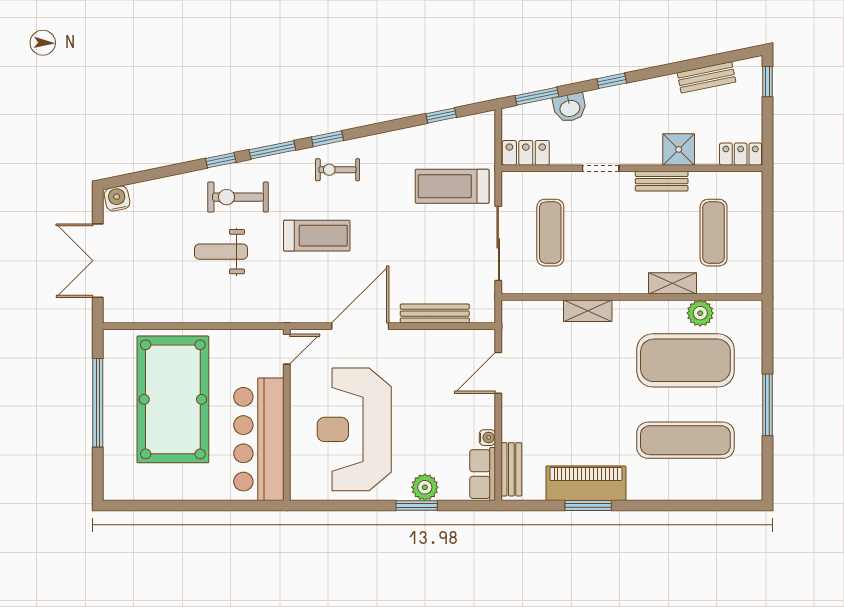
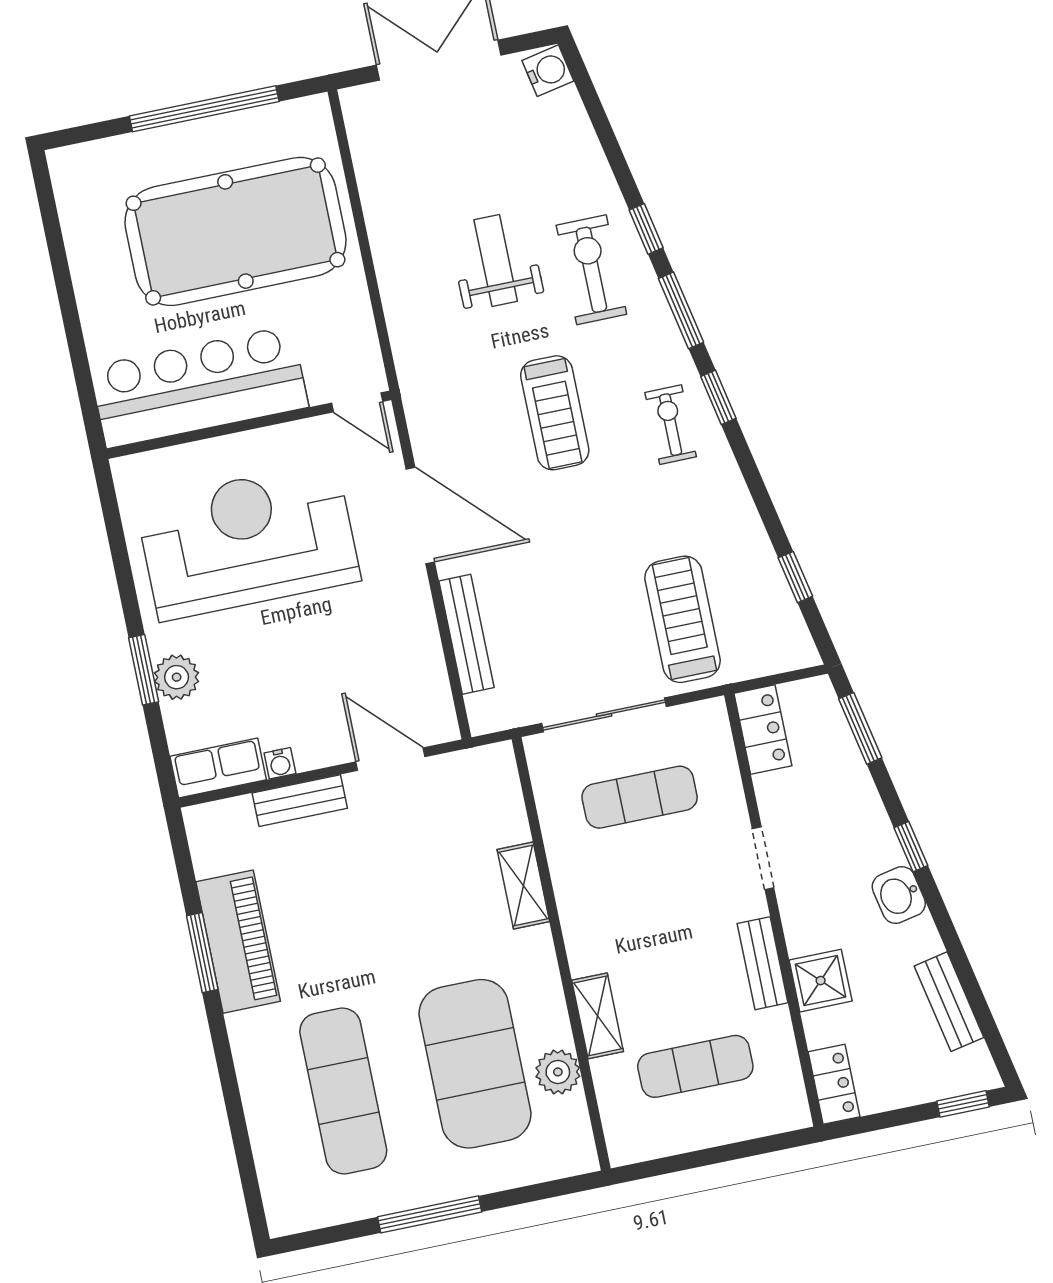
washbasin: (570, 108) -> (899, 895), moved
bench: (511, 469) -> (300, 801), moved

